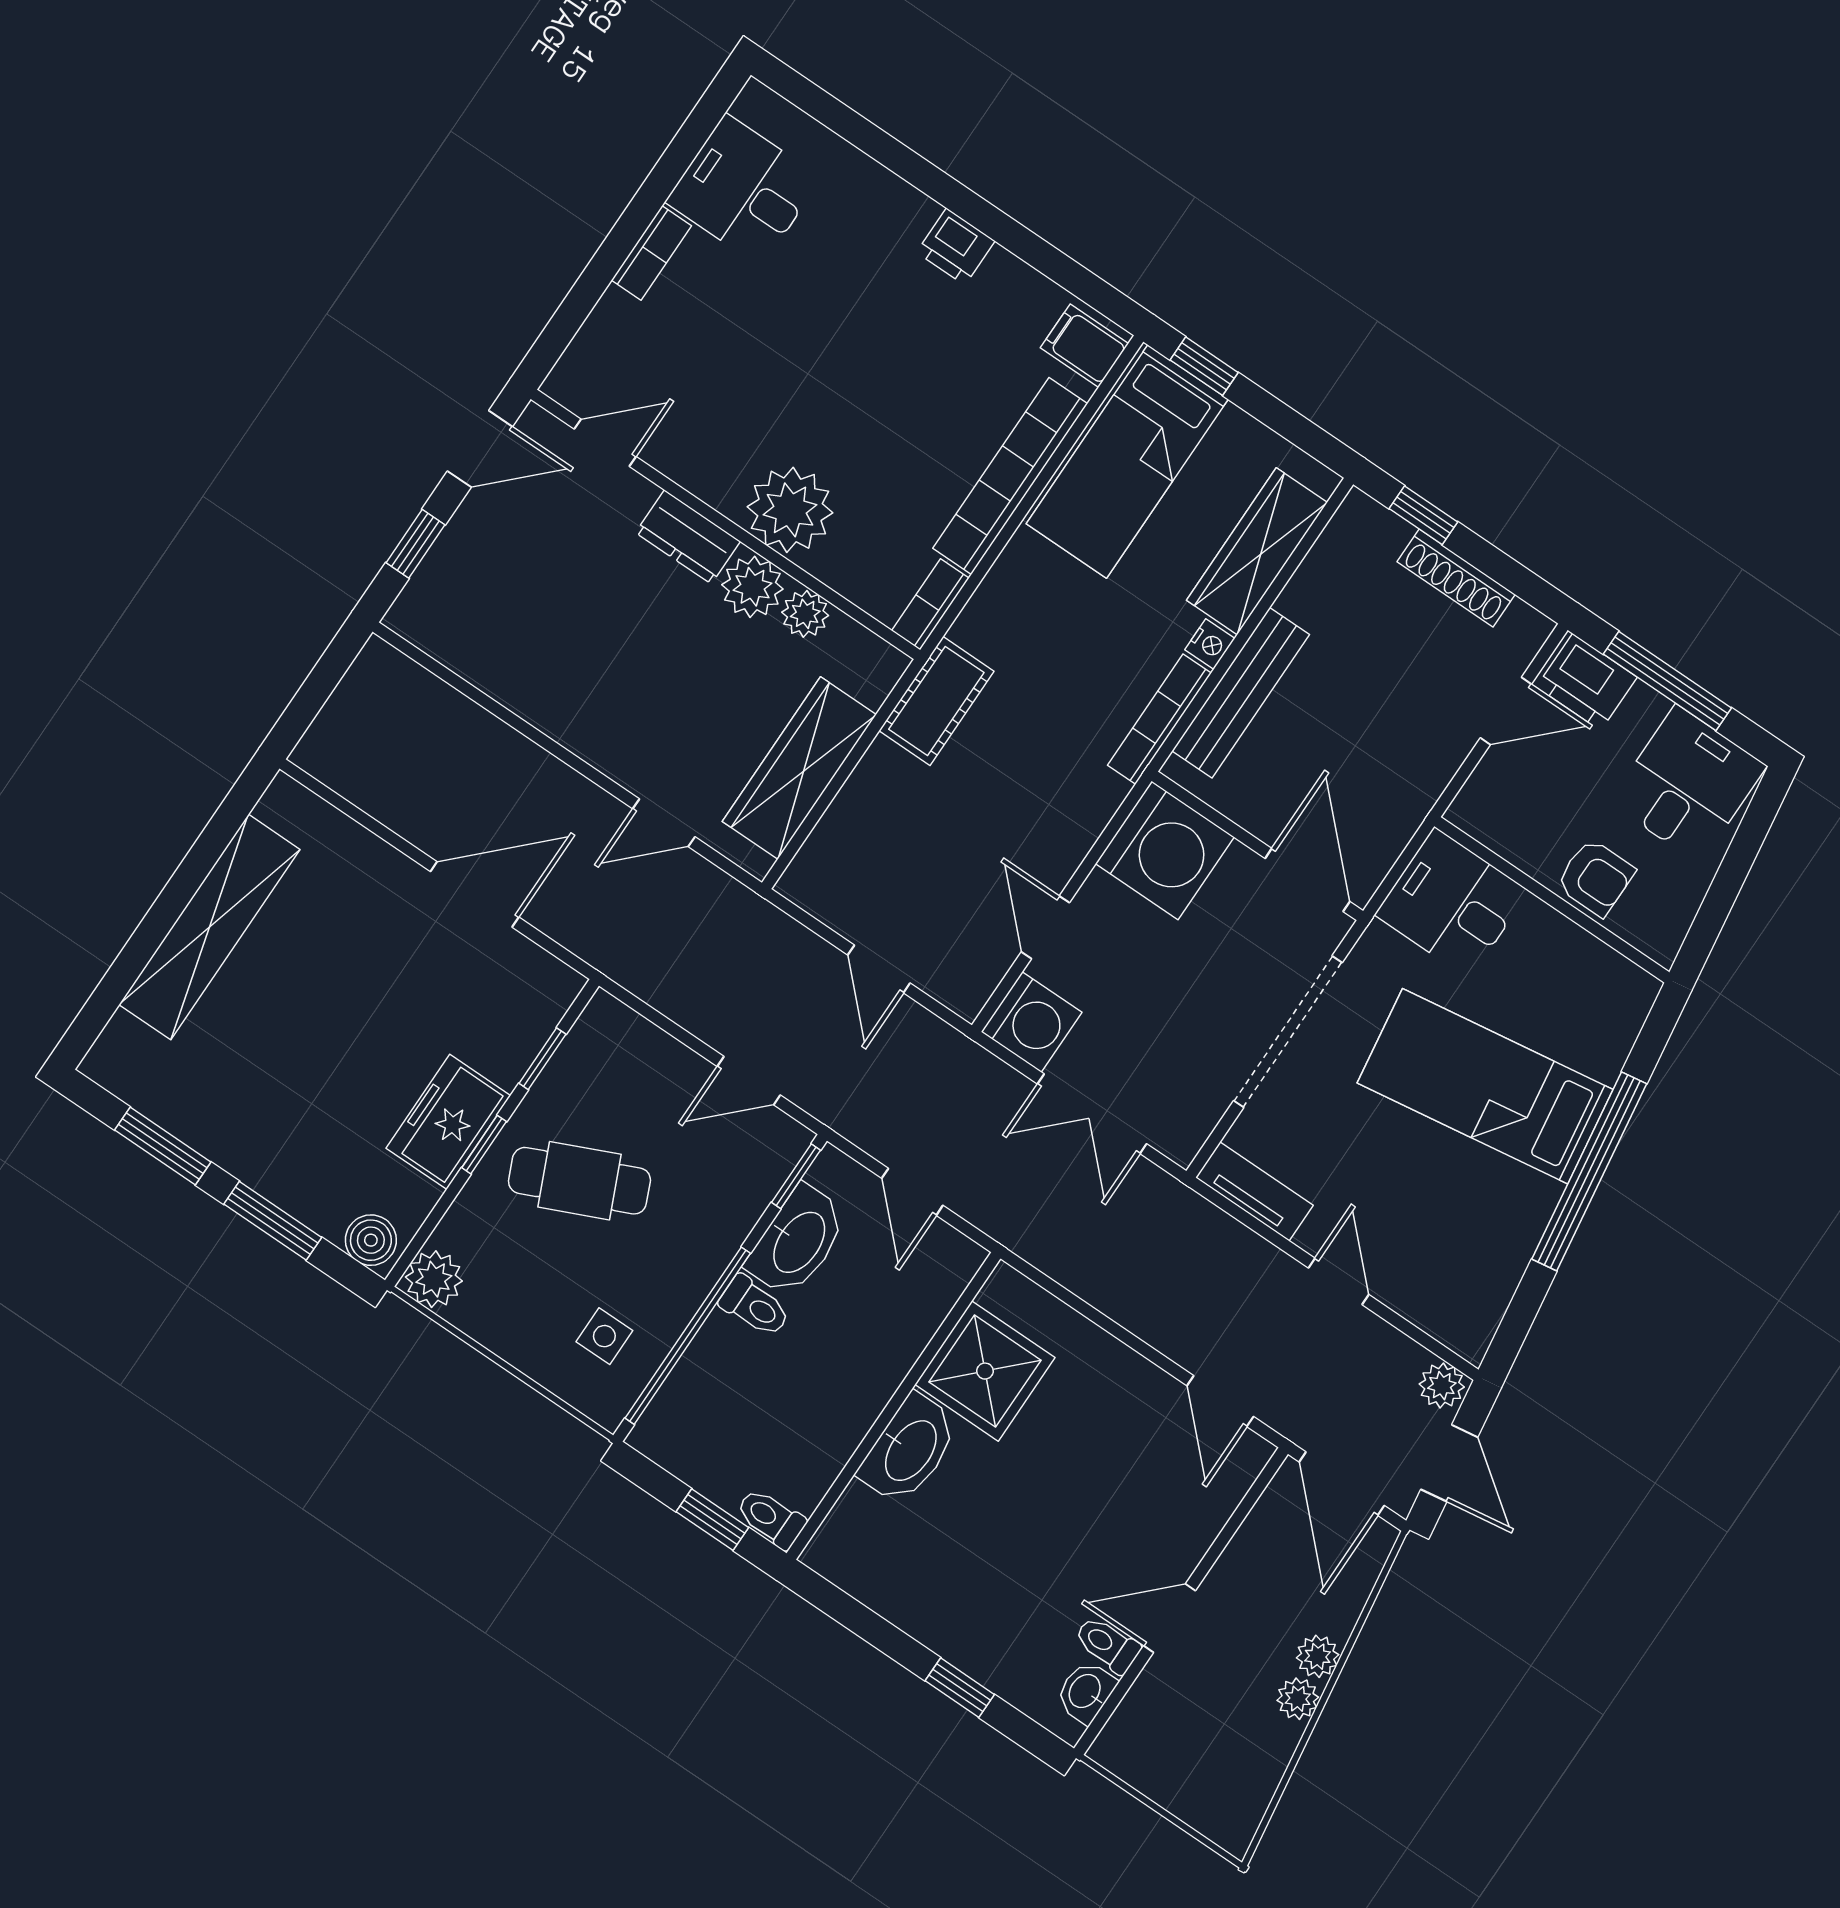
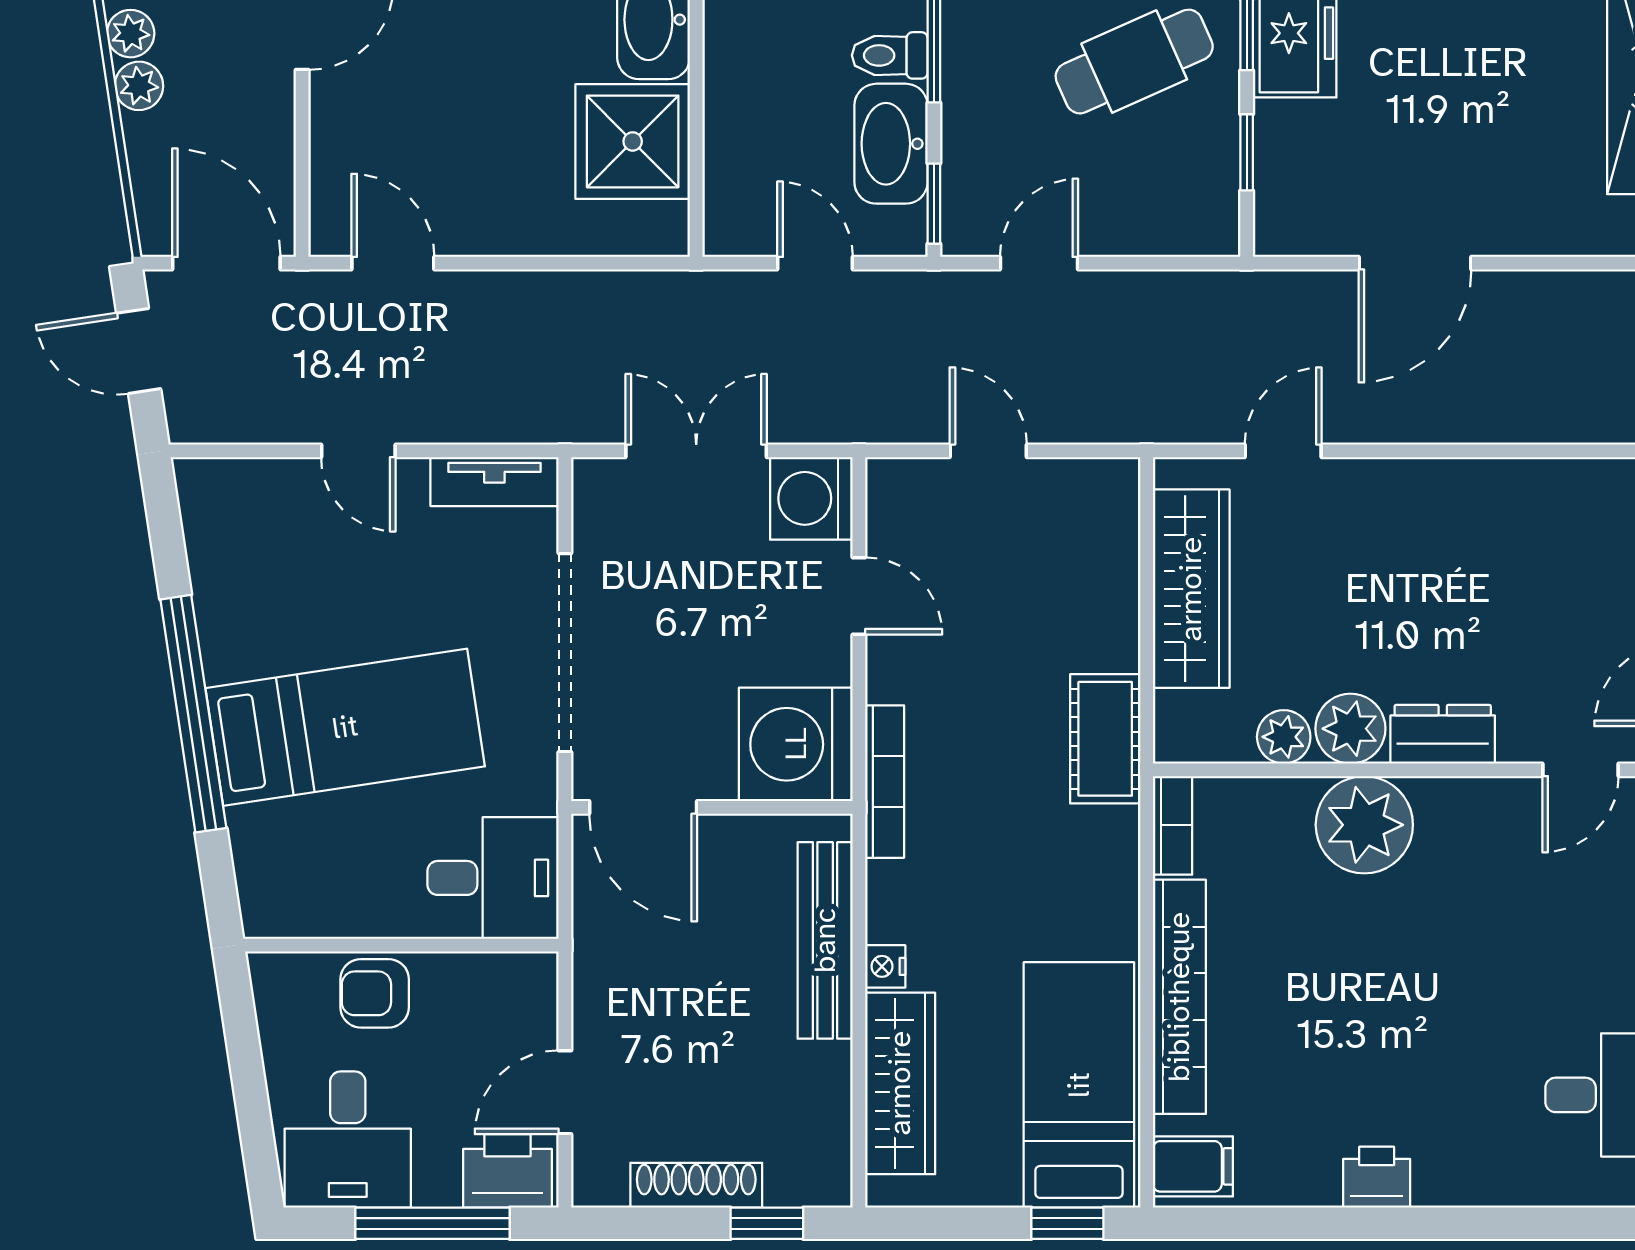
bookcase: (1159, 719) -> (885, 782), moved
plant: (1442, 1386) -> (195, 419), removed

